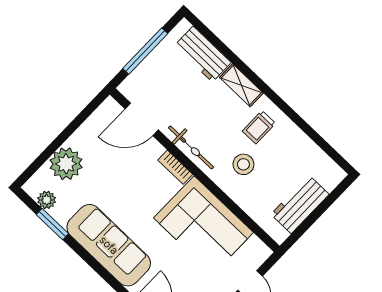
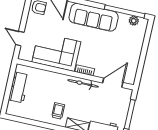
plant: (66, 164) -> (135, 42), removed
stool: (243, 164) -> (55, 90), removed
window: (52, 224) -> (125, 11), width x2.11

